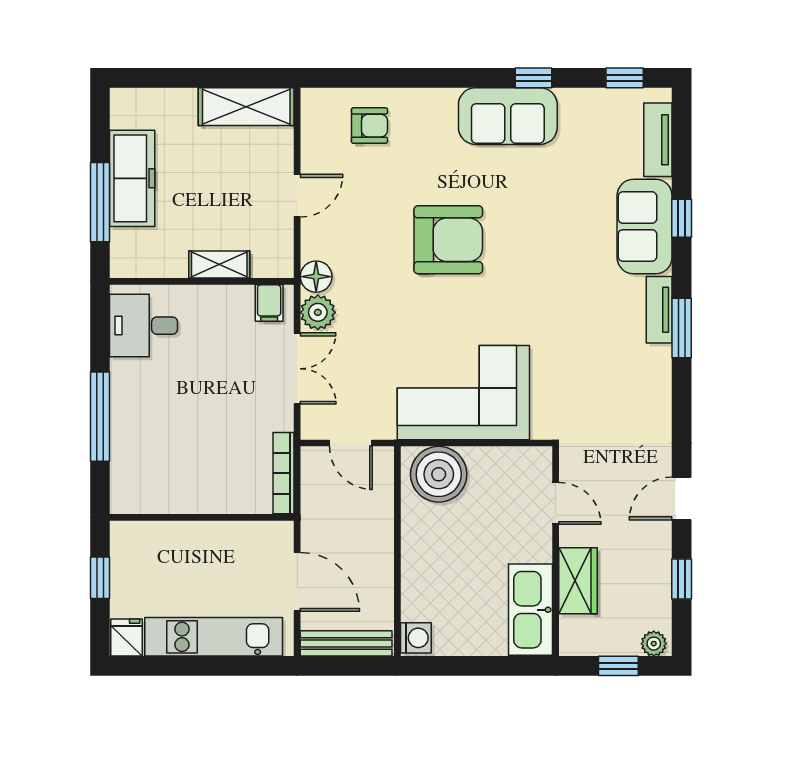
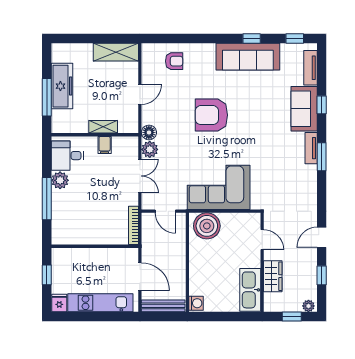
sofa: (508, 116) -> (248, 57), width x1.36
armchair: (448, 240) -> (211, 115), turned 180
filing cabinet: (269, 303) -> (105, 145), moved
plant: (128, 378) -> (60, 180), added

